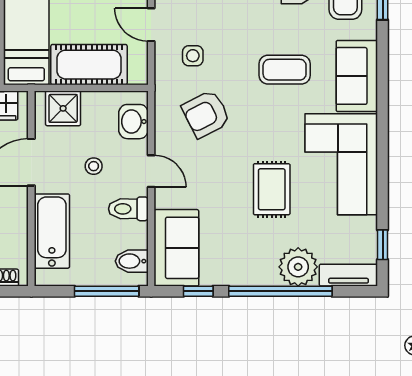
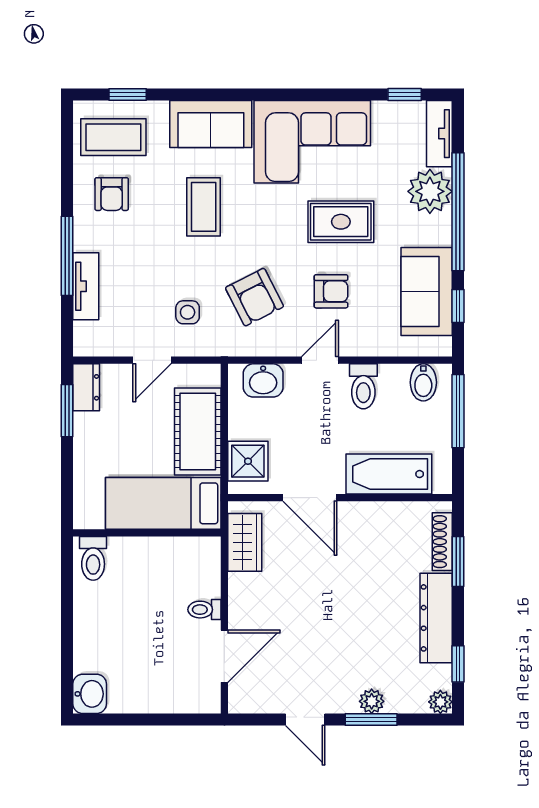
stool: (94, 166) -> (314, 426), removed
armchair: (211, 181) -> (331, 291), added
sofa: (176, 248) -> (427, 291), moved, turned -90

